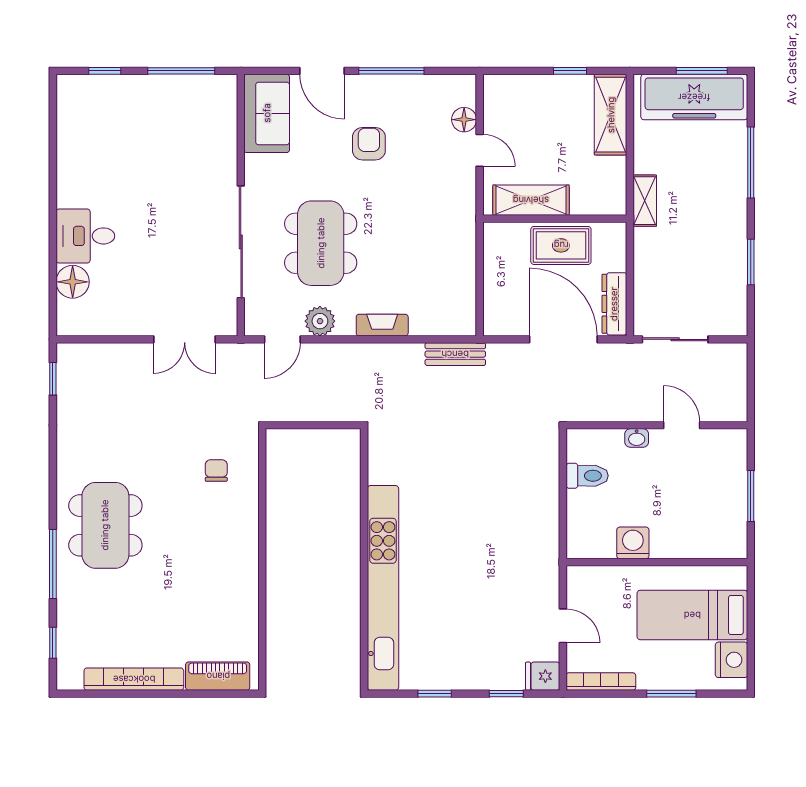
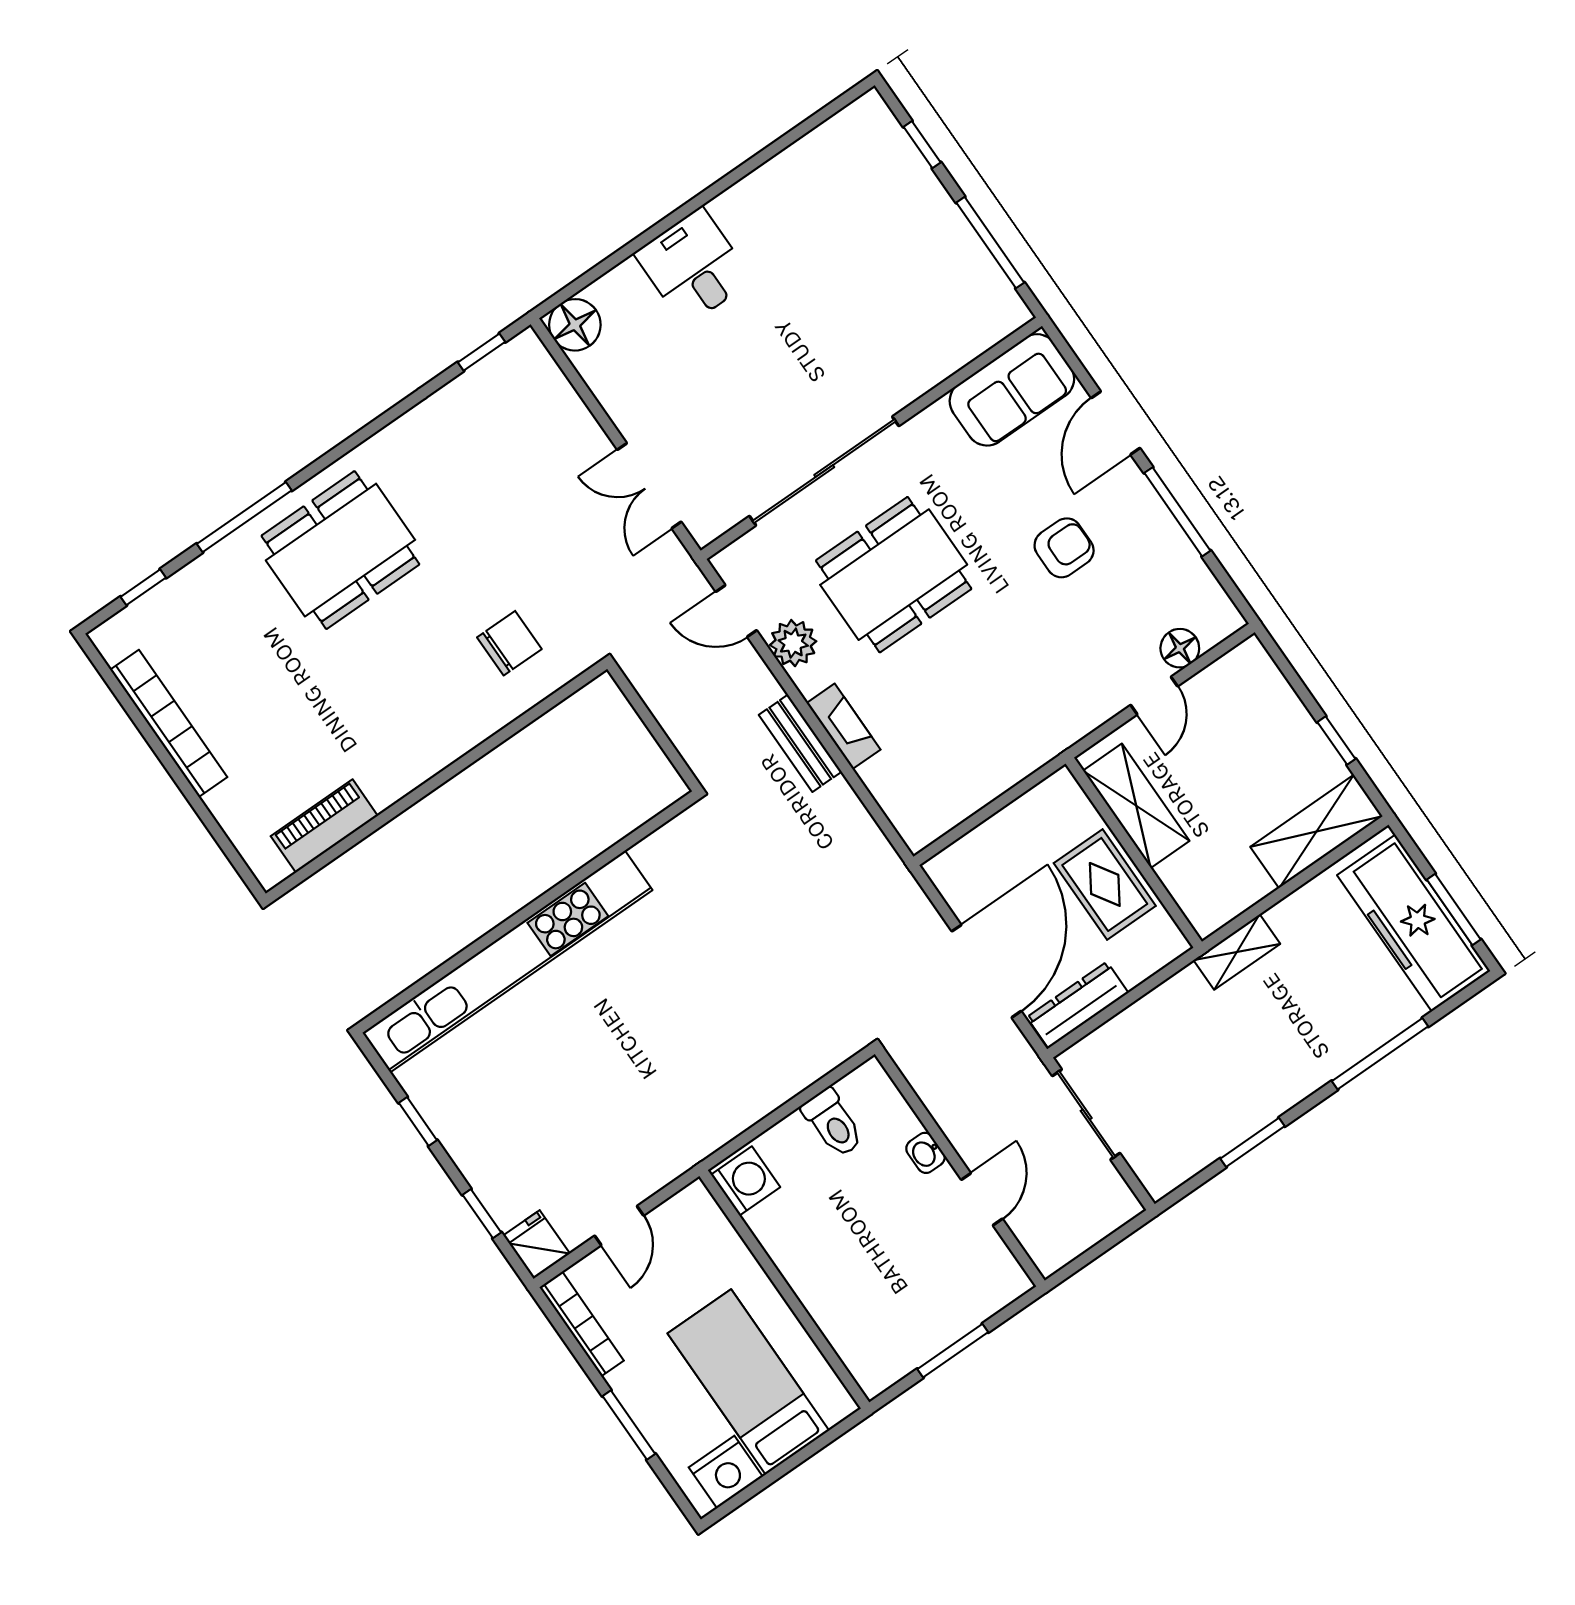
floor lamp: (73, 282) -> (575, 325), moved
bench: (455, 354) -> (800, 743), moved
chair: (216, 471) -> (509, 643), width x1.37, depth x1.37
washing machine: (633, 543) -> (746, 1181), moved
piano: (218, 676) -> (324, 826), moved, turned -90

